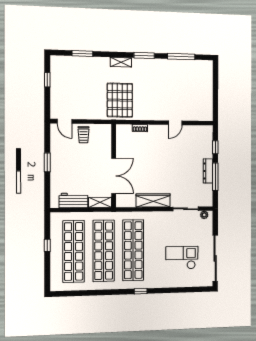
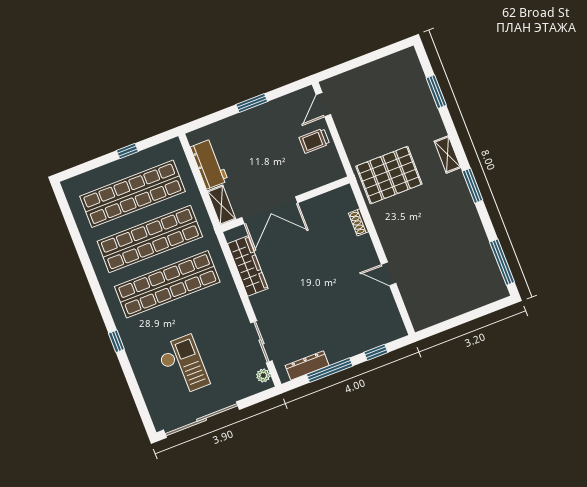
window: (181, 57) -> (502, 262), moved
window: (47, 80) -> (375, 55), removed
dresser: (208, 171) -> (307, 365), moved
wardrobe: (153, 200) -> (248, 266), moved
window: (141, 291) -> (116, 341), moved

